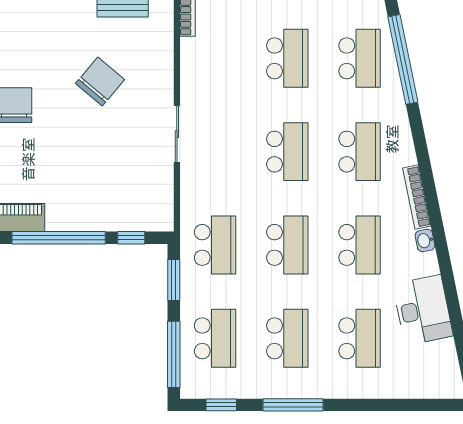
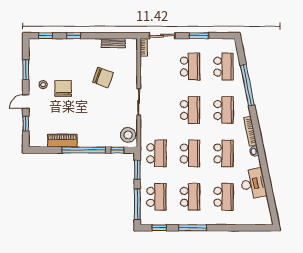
window: (403, 59) -> (247, 85), moved
chair: (100, 82) -> (103, 77), turned 70
stool: (154, 205) -> (128, 135), added

